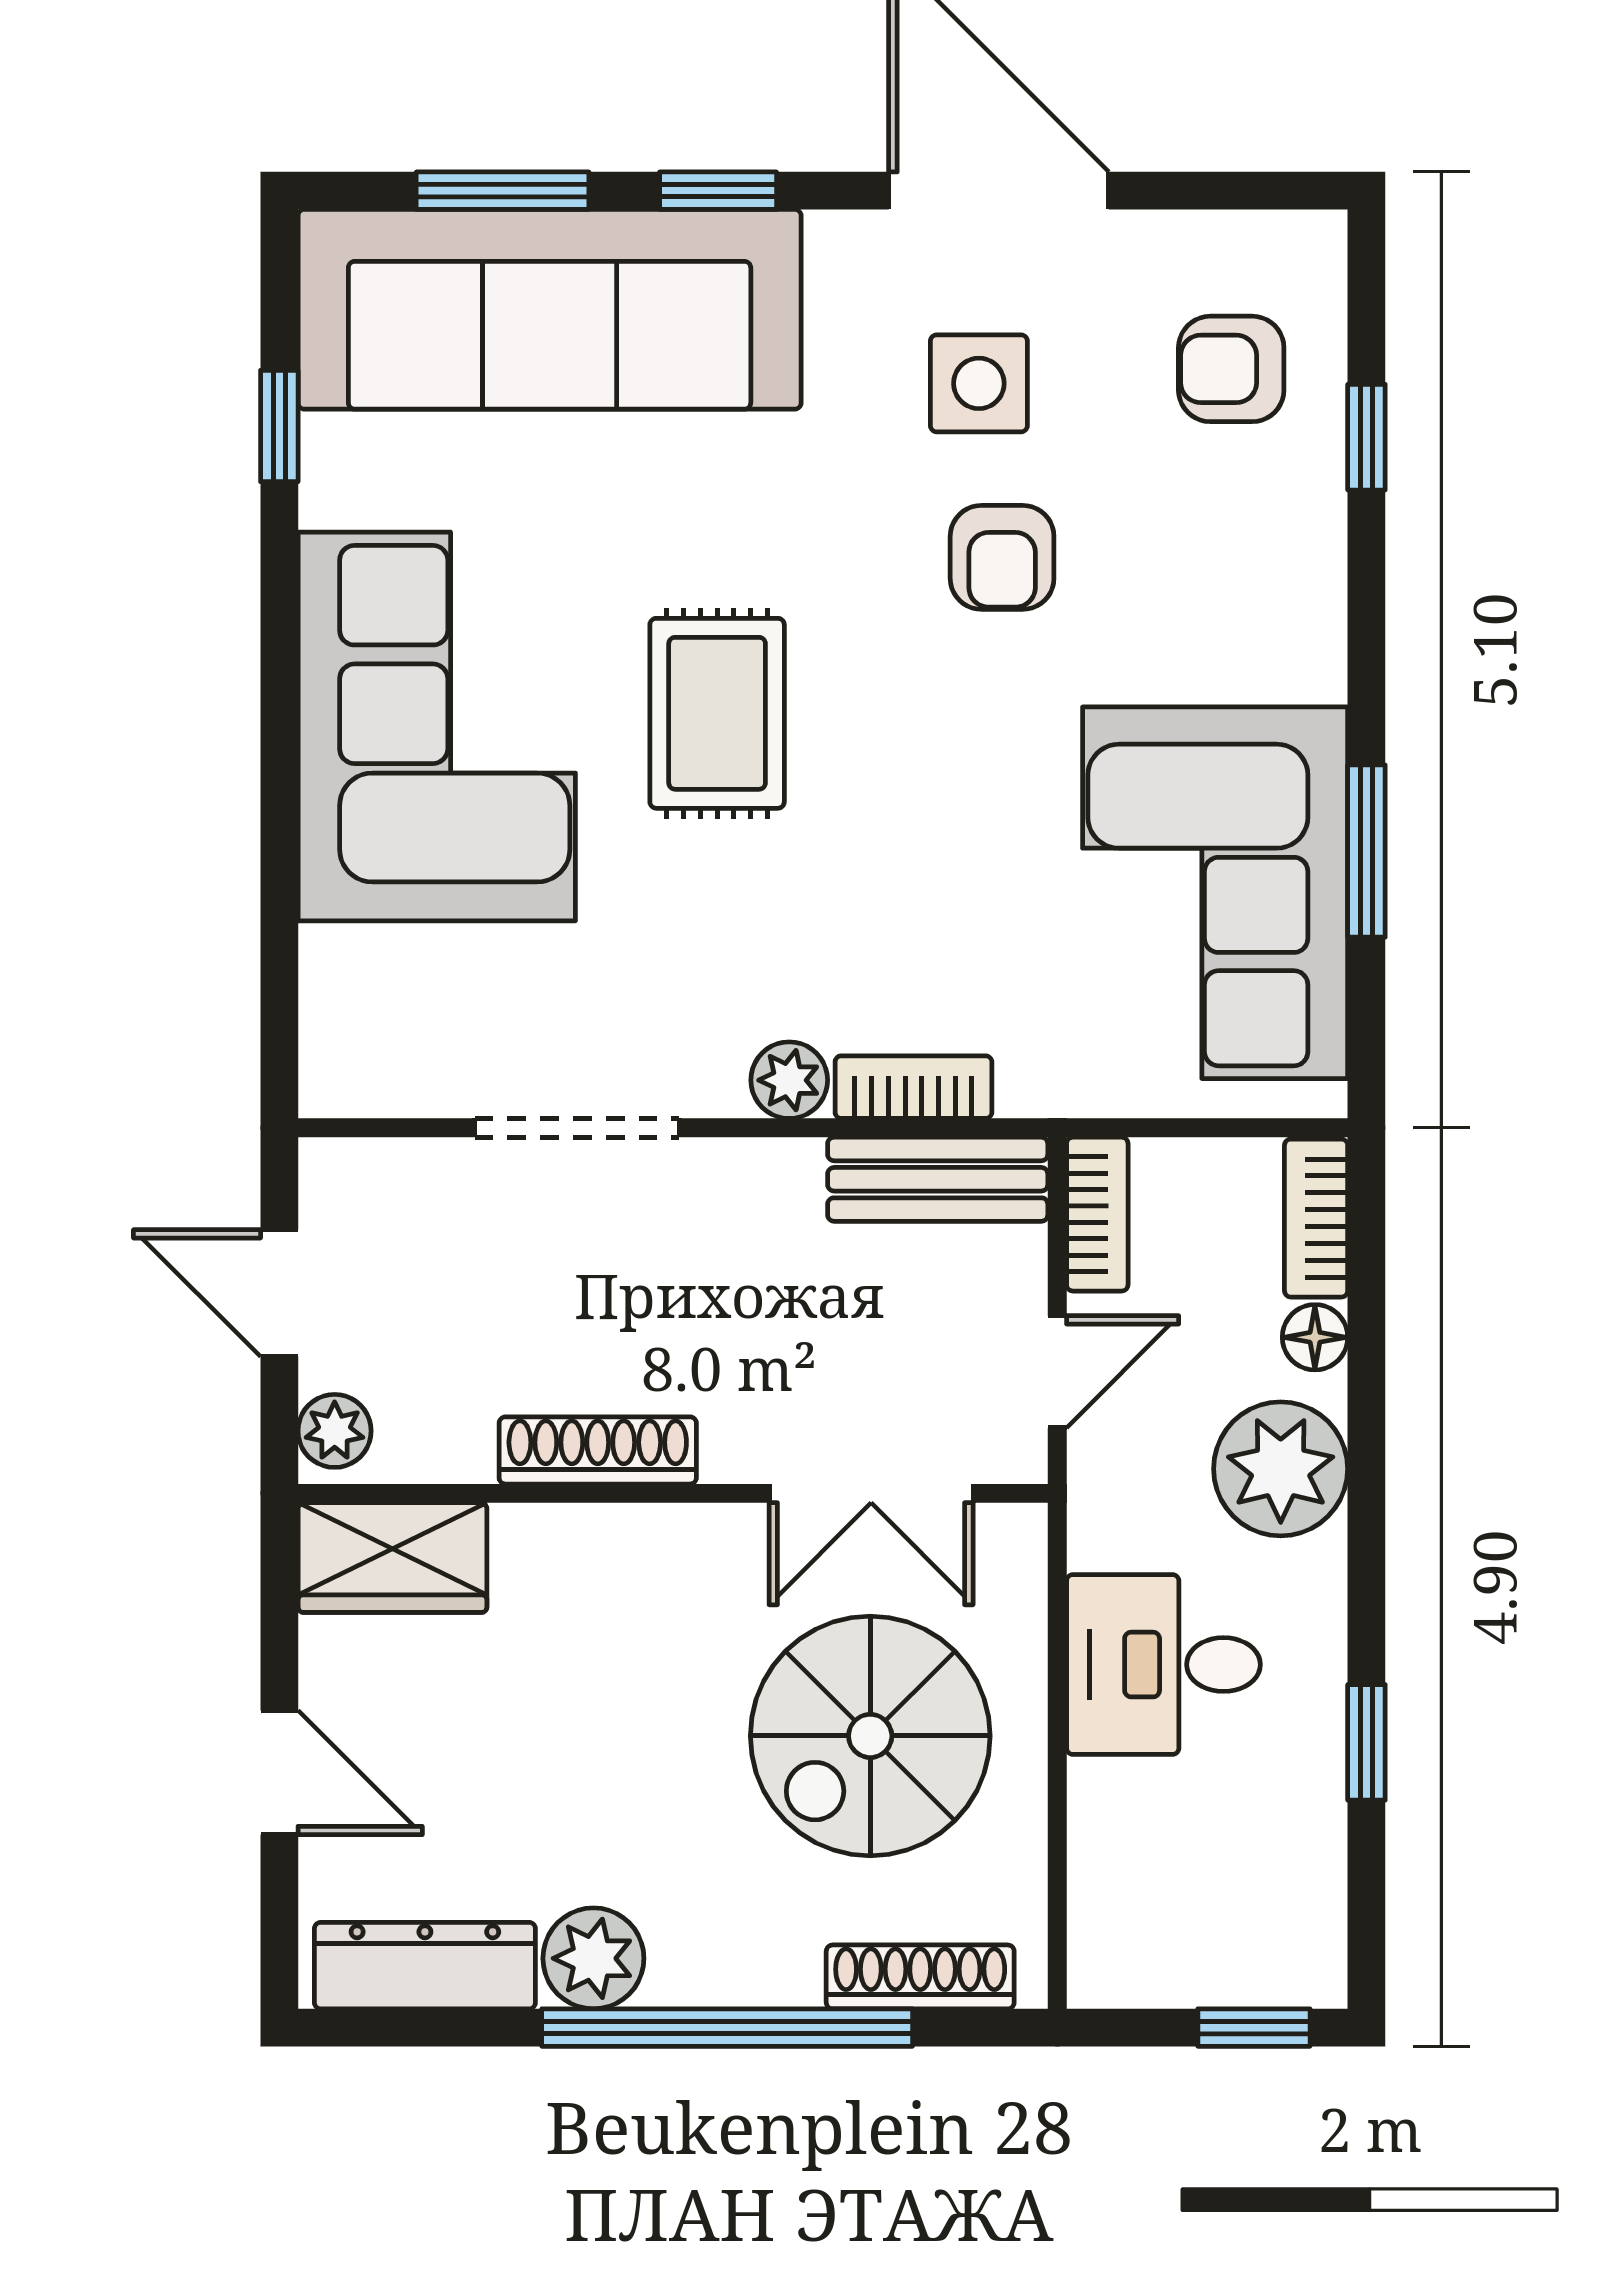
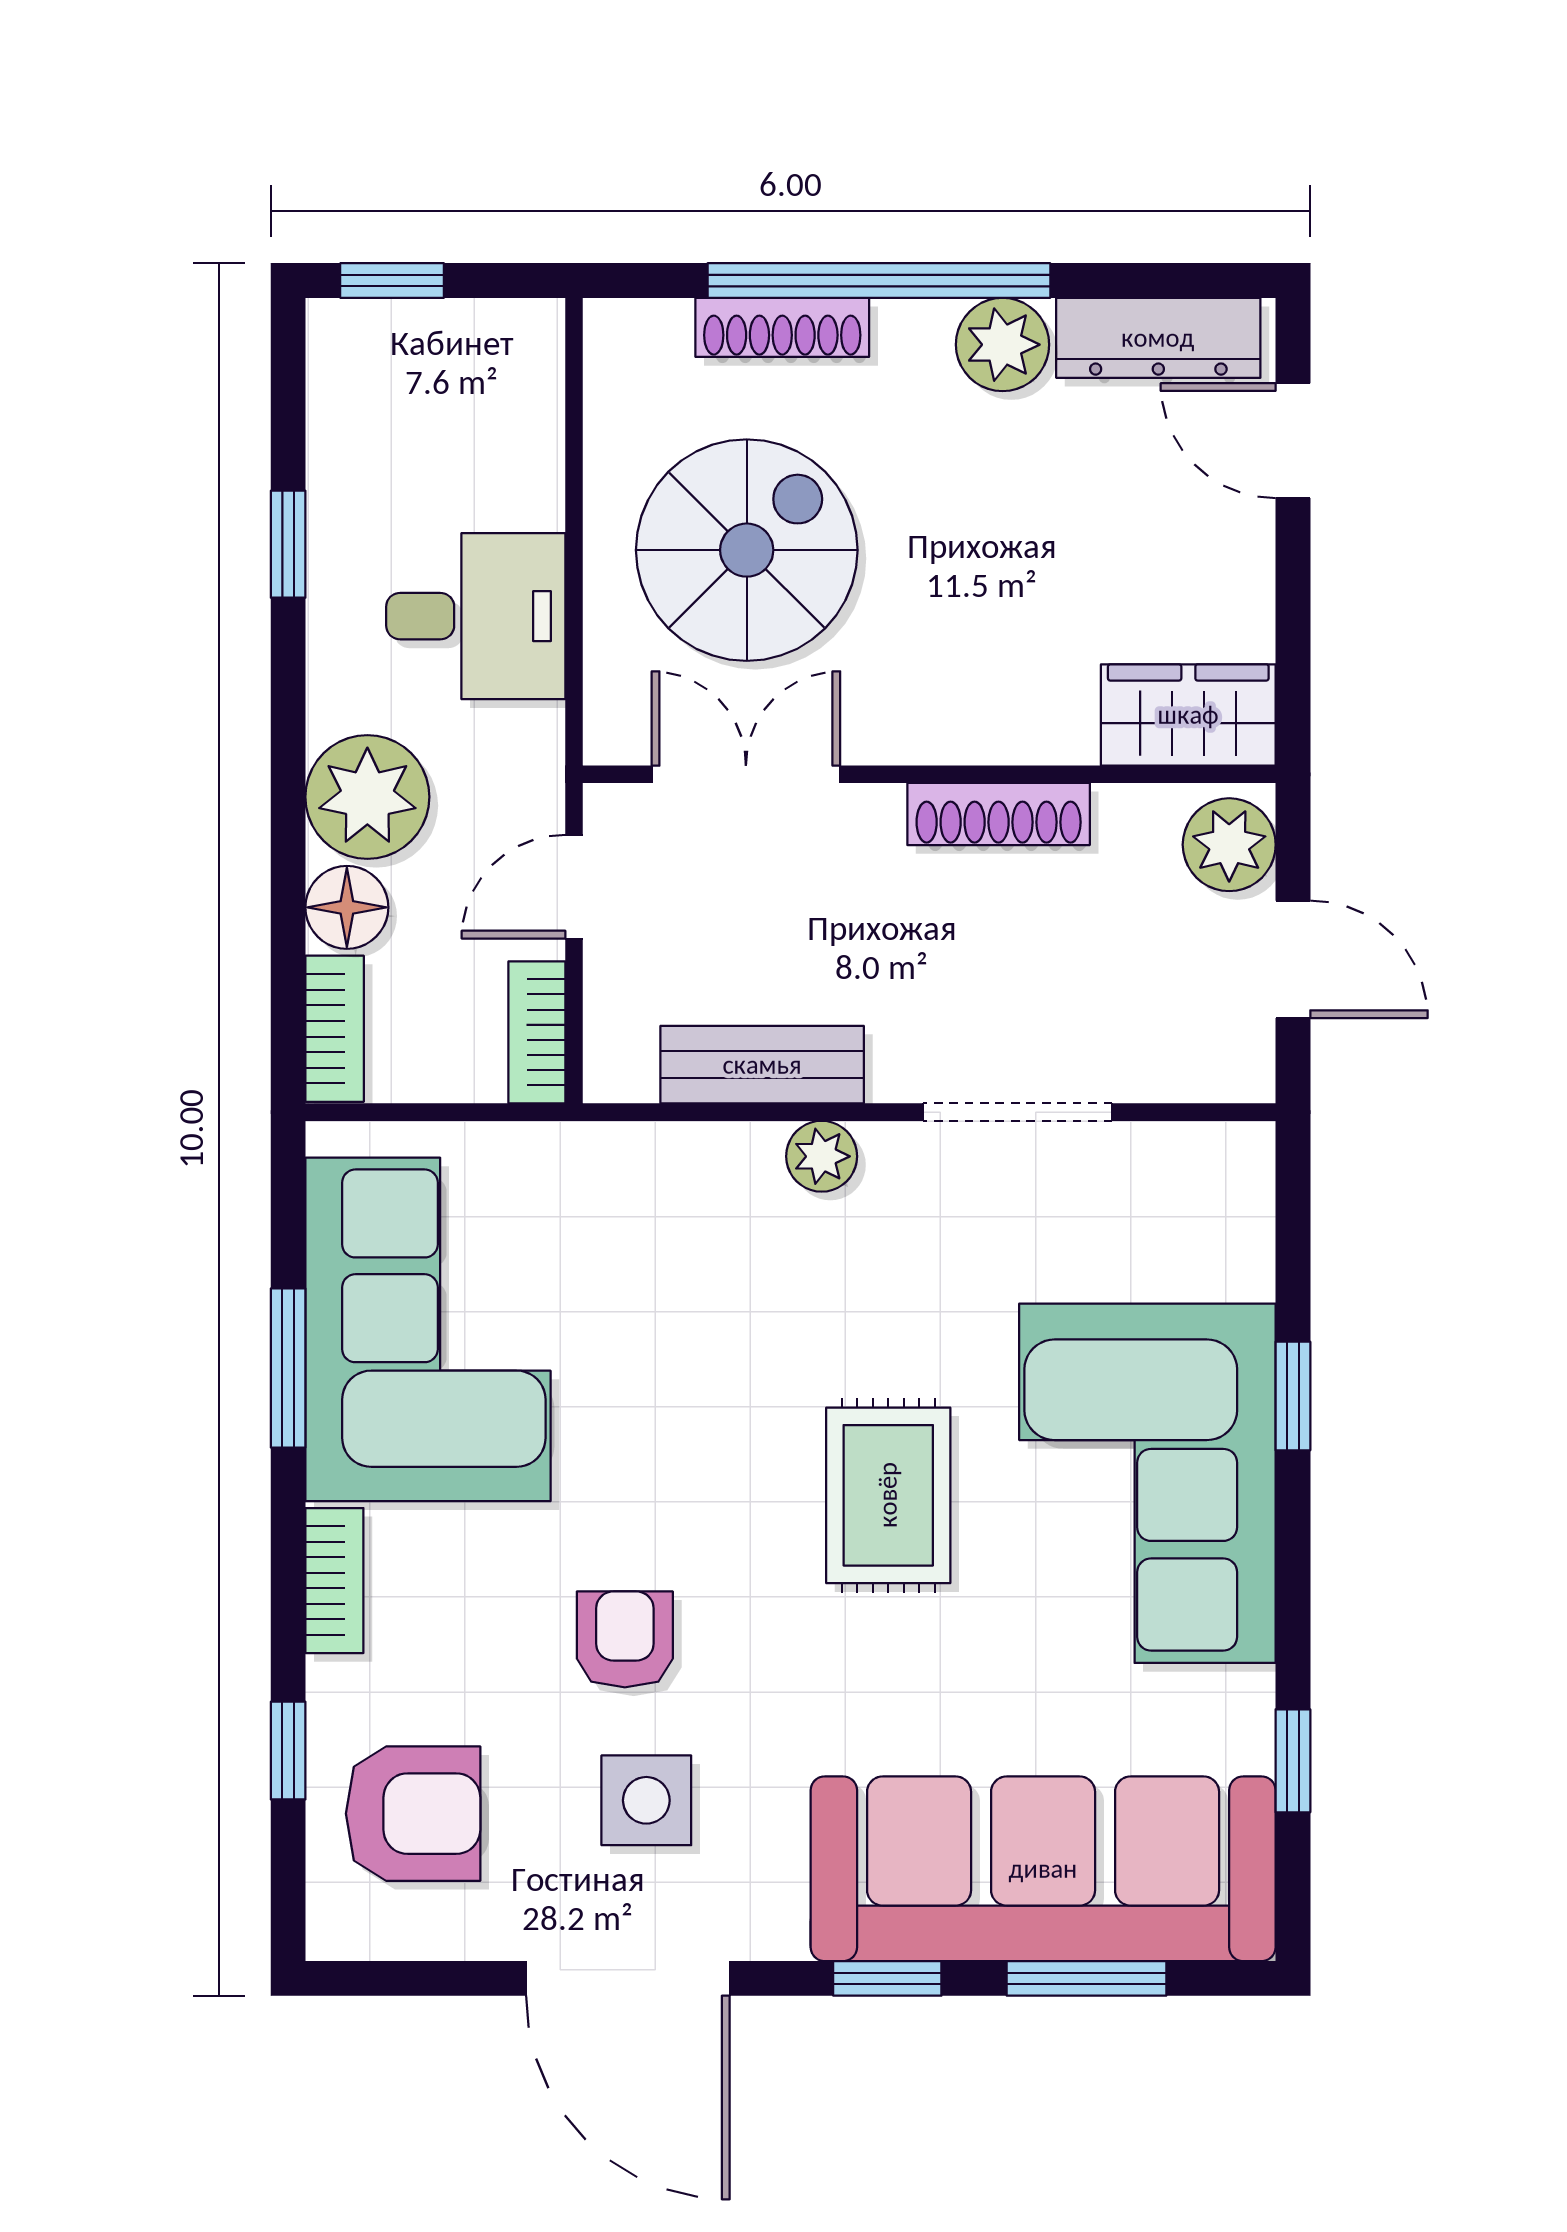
armchair: (1231, 369) -> (413, 1814), width x1.38, depth x1.38
window: (279, 821) -> (1293, 1396), added
bookcase: (913, 1087) -> (334, 1581), moved, turned -90
bench: (938, 1179) -> (762, 1065), moved
floor lamp: (1315, 1337) -> (347, 907), width x1.37, depth x1.37
plant: (335, 1431) -> (1229, 845), width x1.38, depth x1.38
door: (279, 1773) -> (1293, 441), moved
shoe rack: (920, 1977) -> (782, 327), moved

